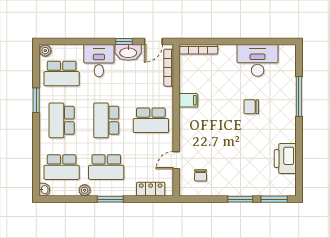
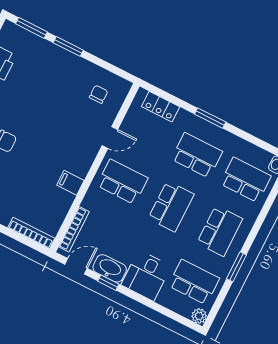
door: (176, 160) -> (110, 138), moved
plant: (85, 190) -> (233, 142), removed

